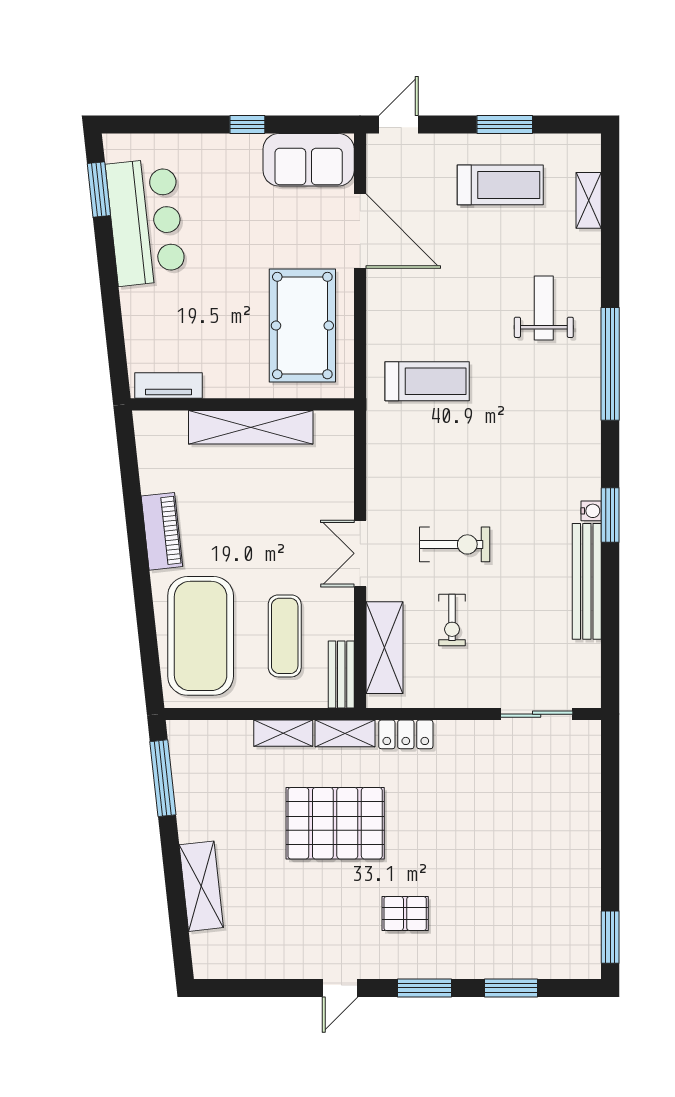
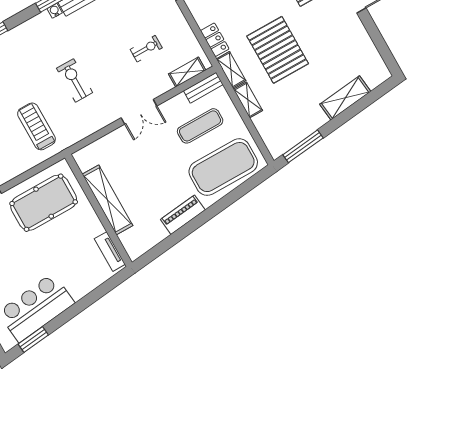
exercise bike: (455, 544) -> (75, 80), moved
shelving: (384, 648) -> (187, 72), width x0.67, depth x0.75

